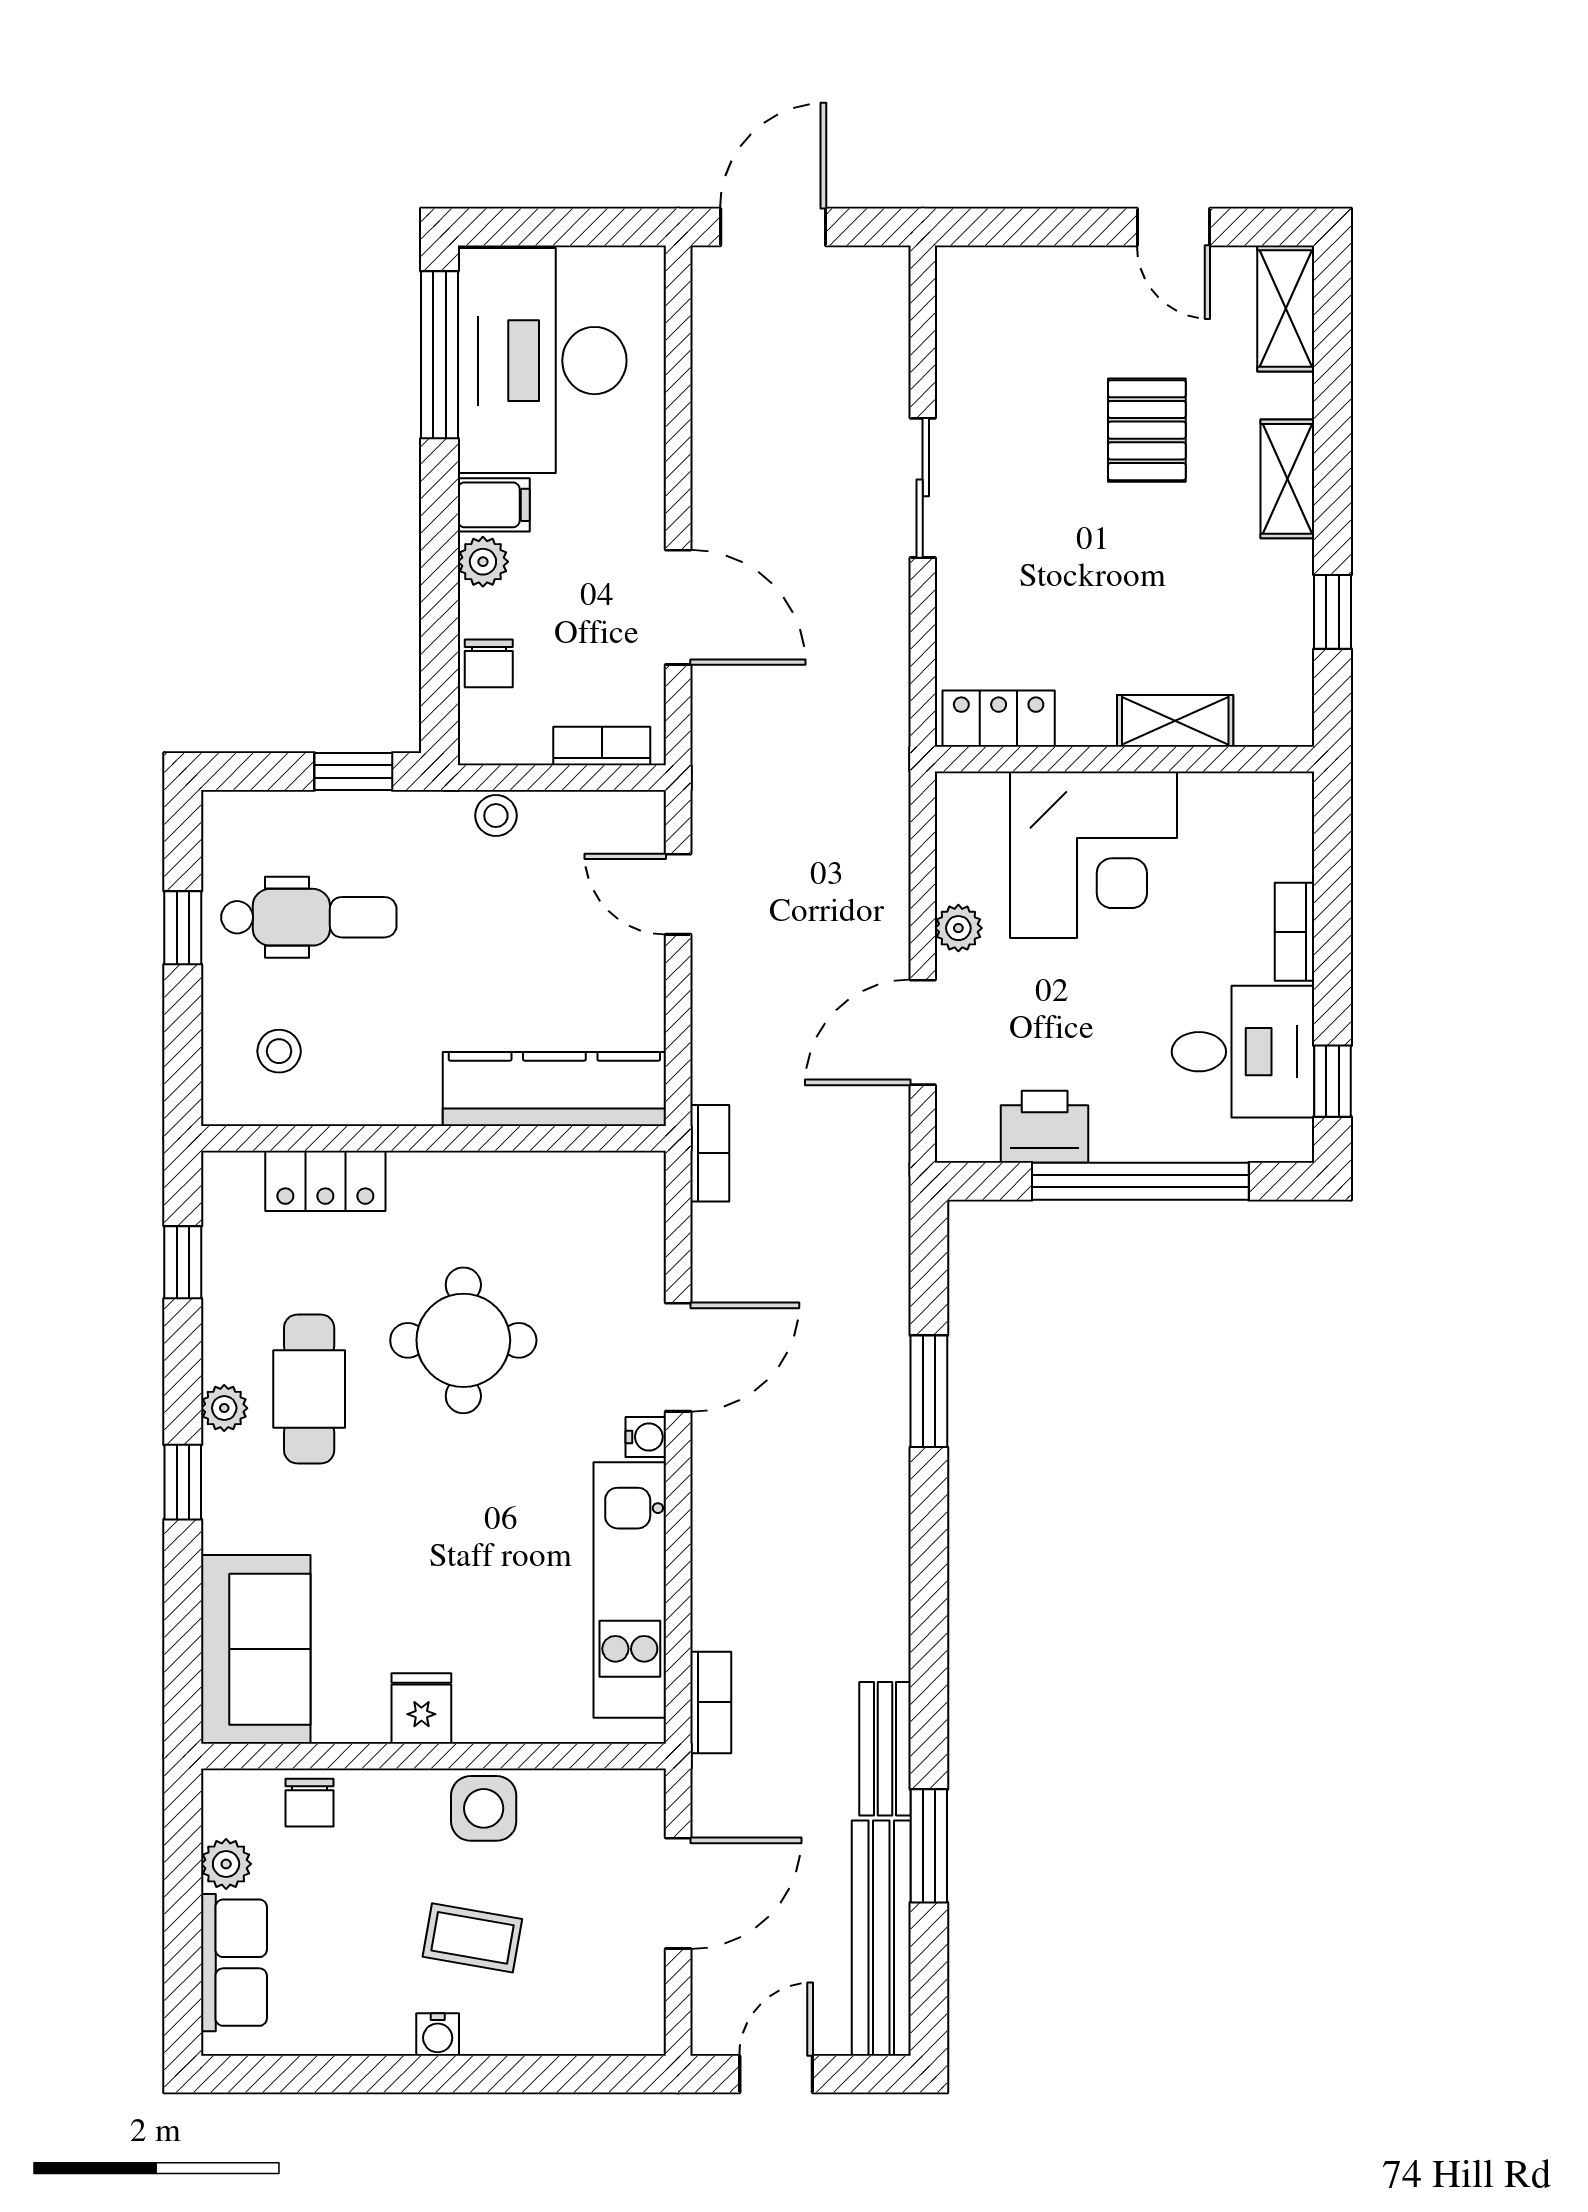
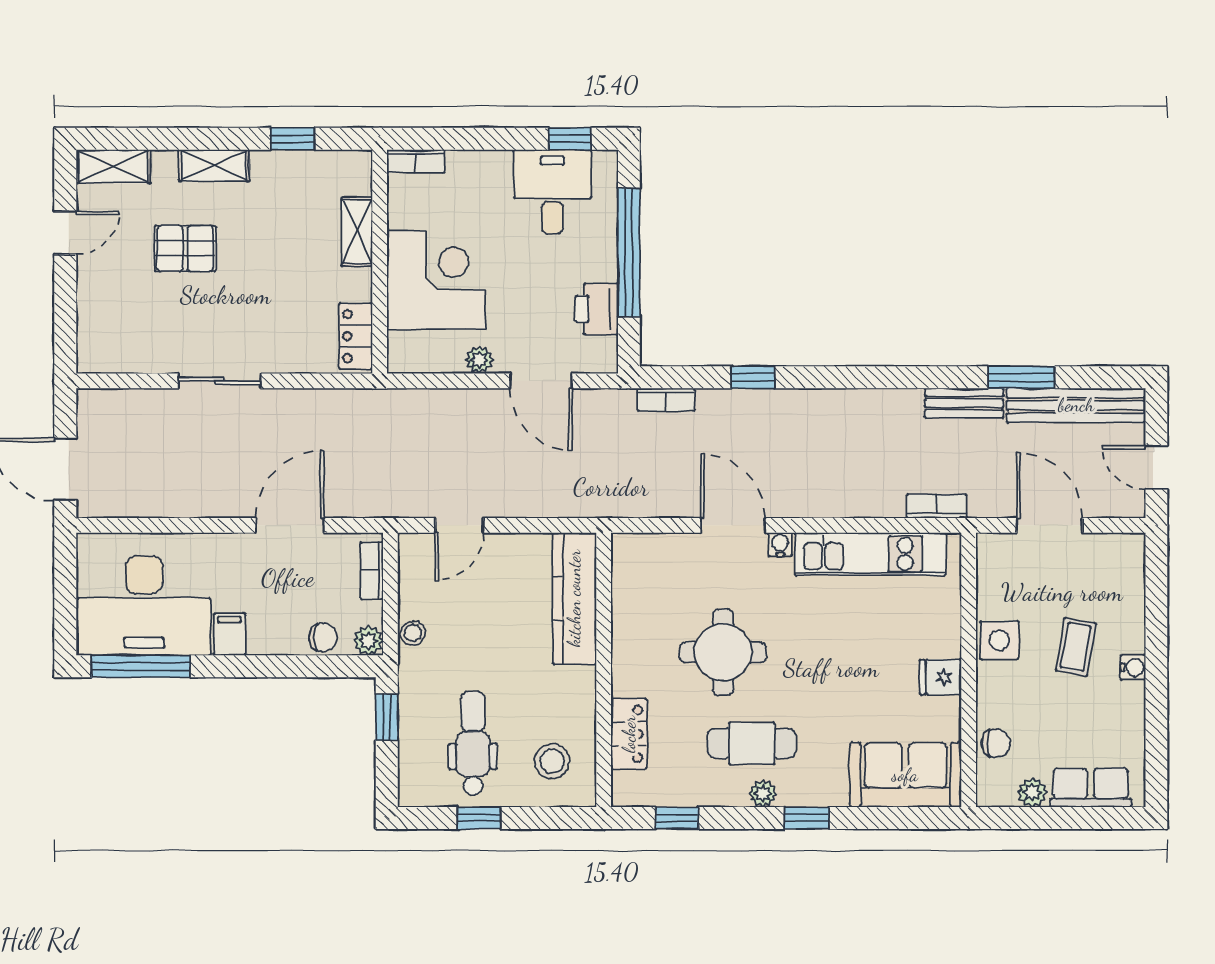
plant: (483, 562) -> (368, 641), moved
bookcase: (1295, 932) -> (416, 161), moved
stool: (279, 1051) -> (552, 761), width x1.37, depth x1.37
bookcase: (710, 1153) -> (666, 400), moved, turned 180
window: (929, 1391) -> (753, 377), width x0.67

